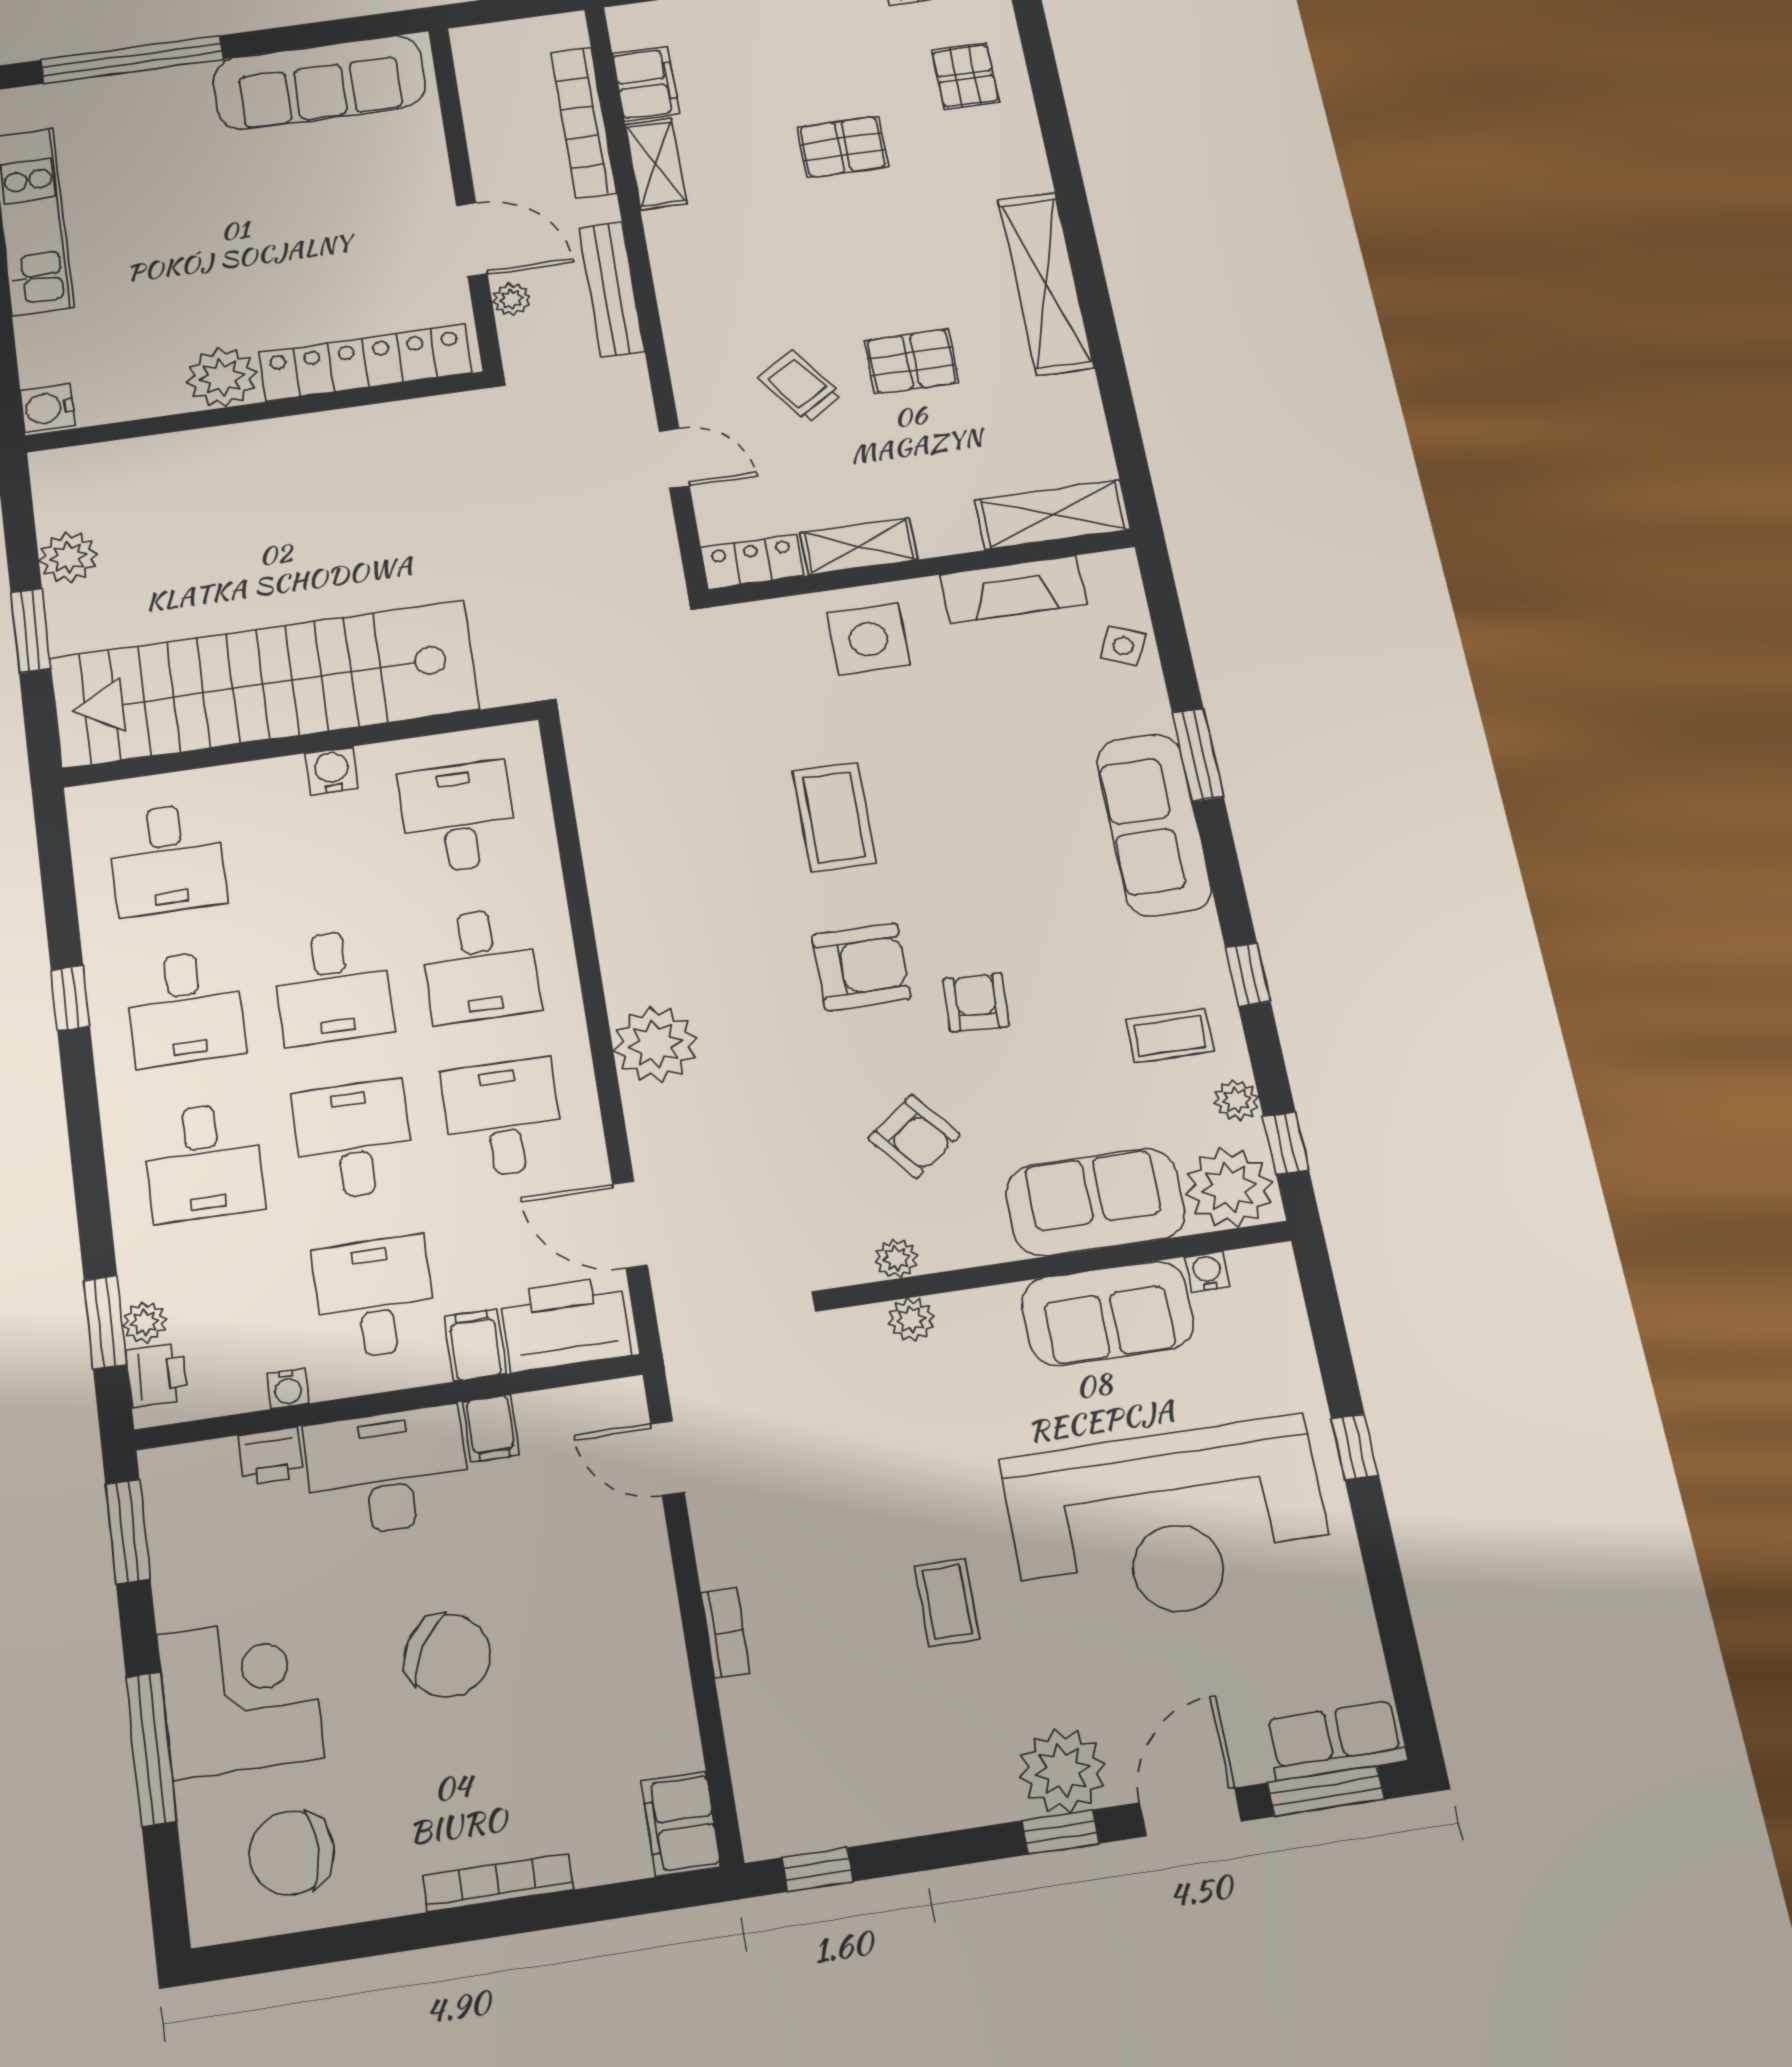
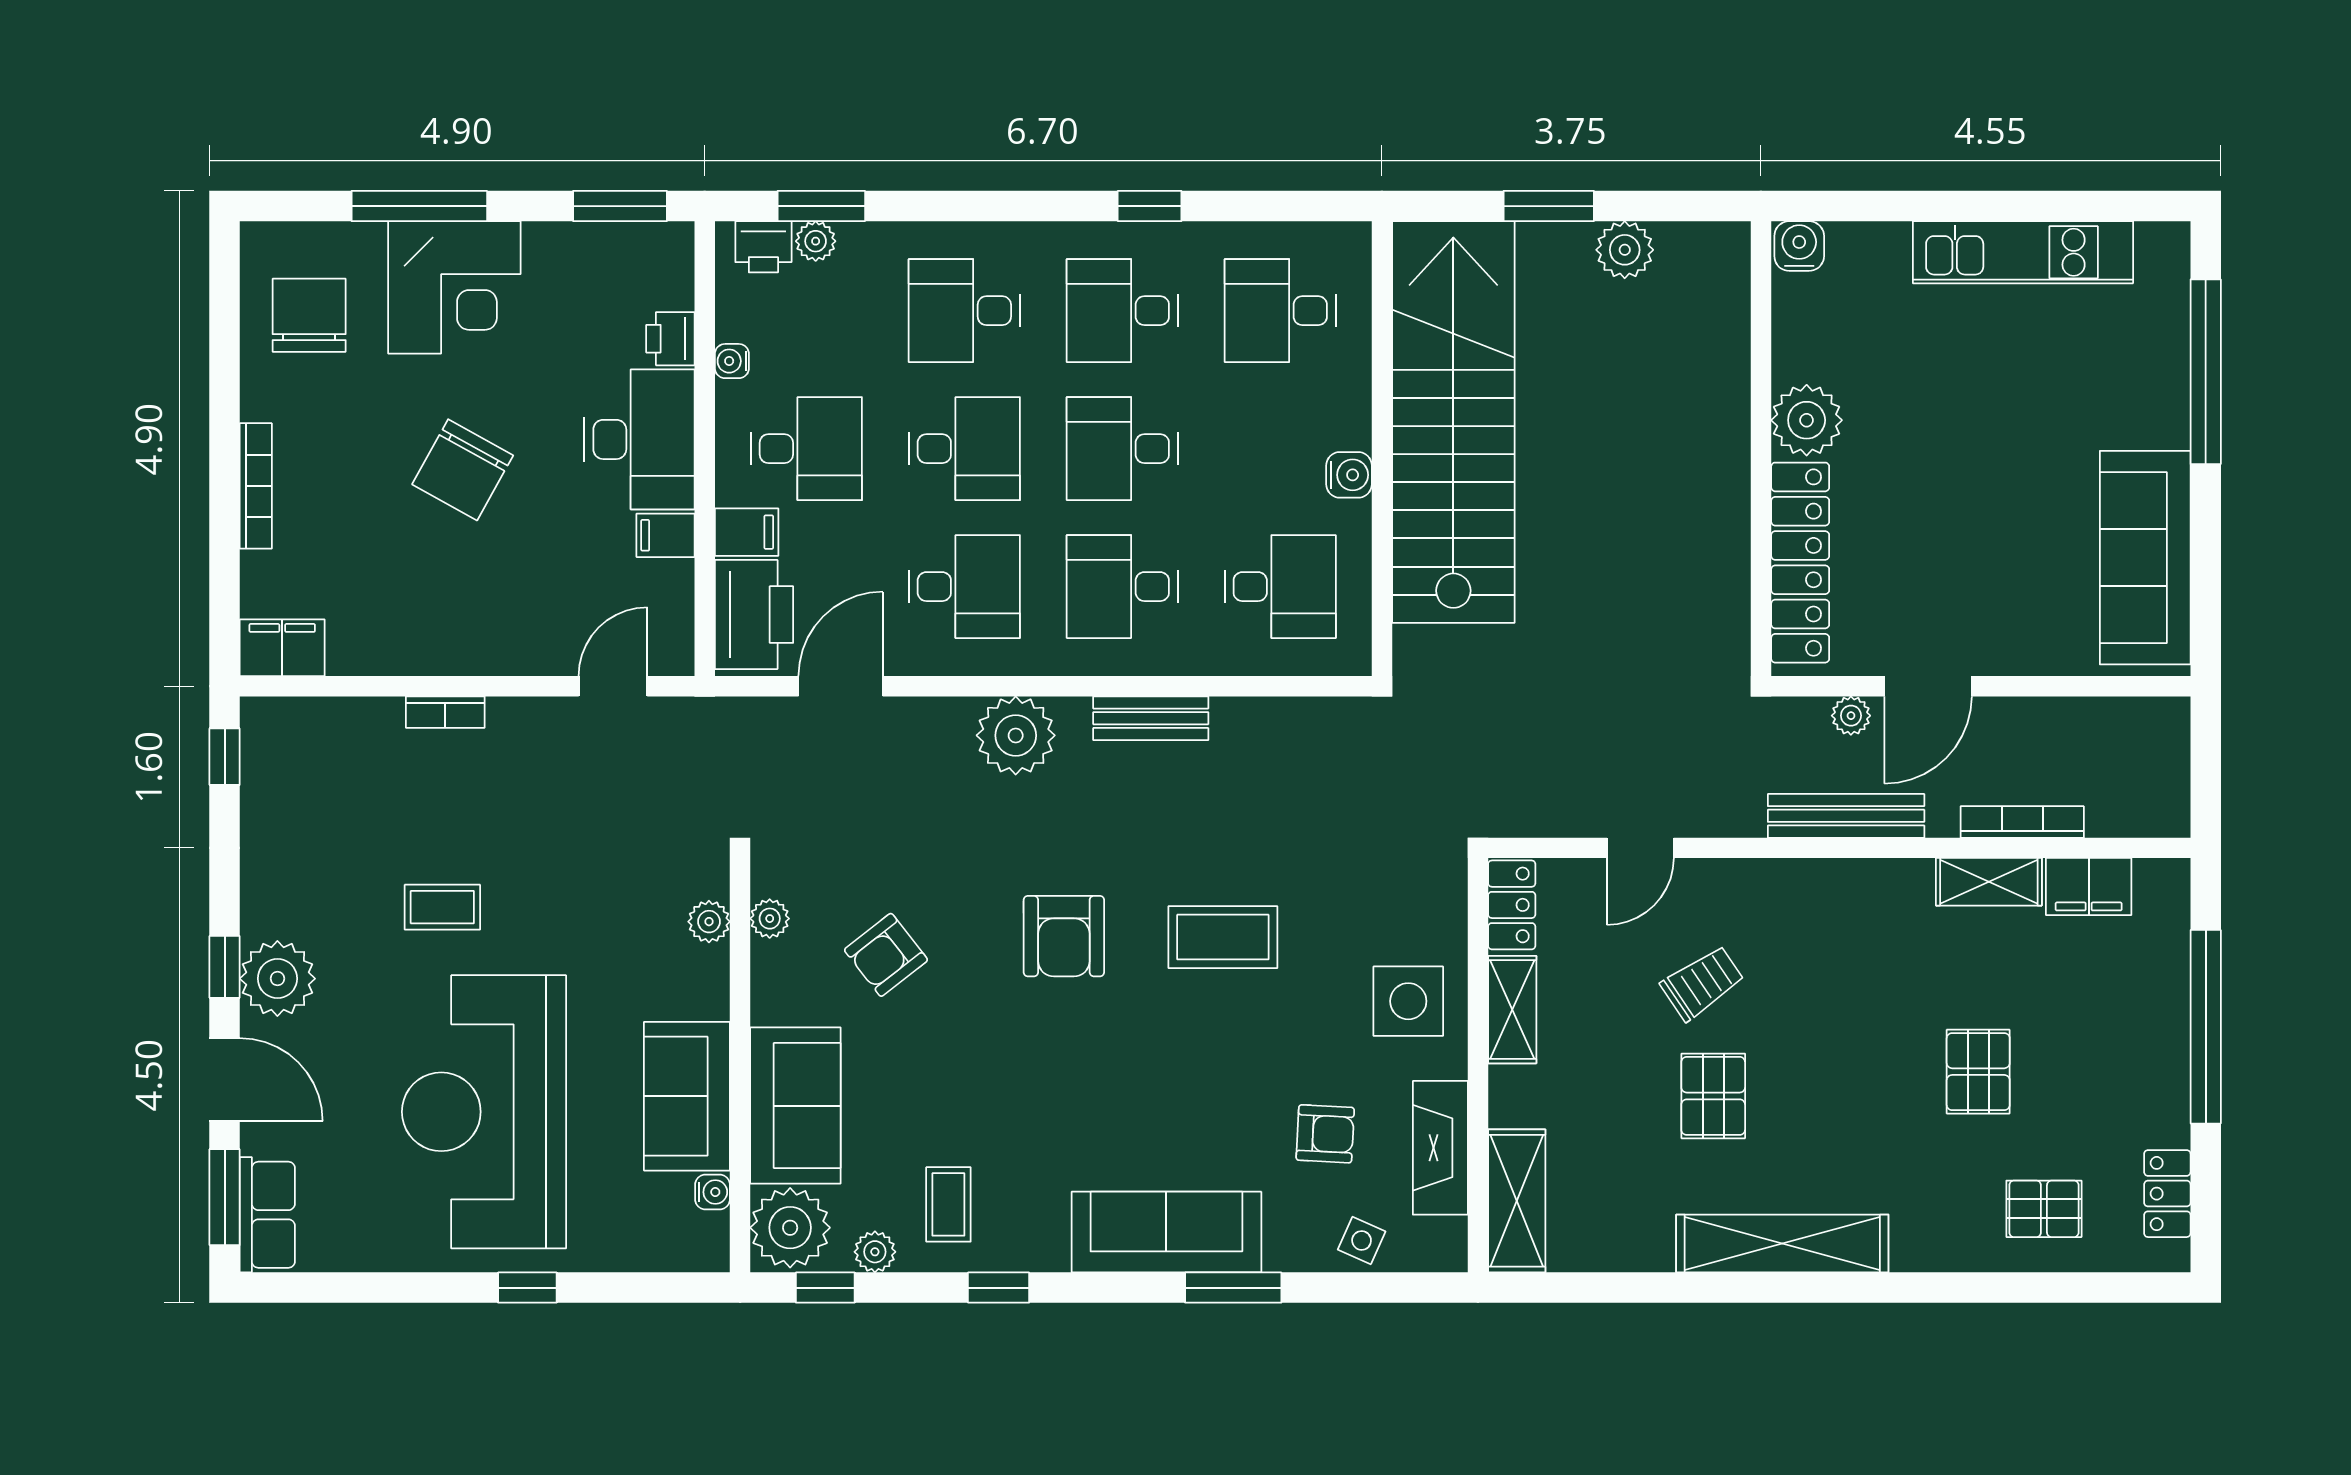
bookcase: (584, 122) -> (2022, 822), width x0.68, depth x0.76
bench: (616, 918) -> (1151, 718), added
armchair: (976, 1003) -> (1325, 1134), moved

